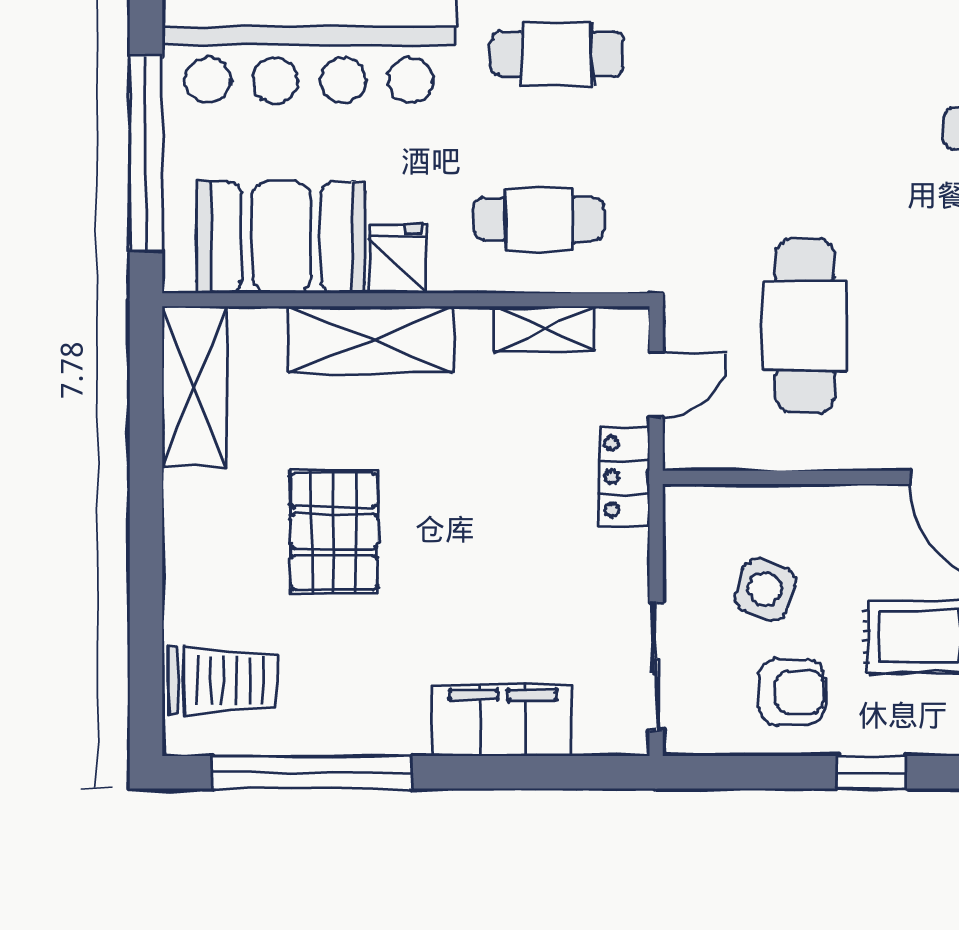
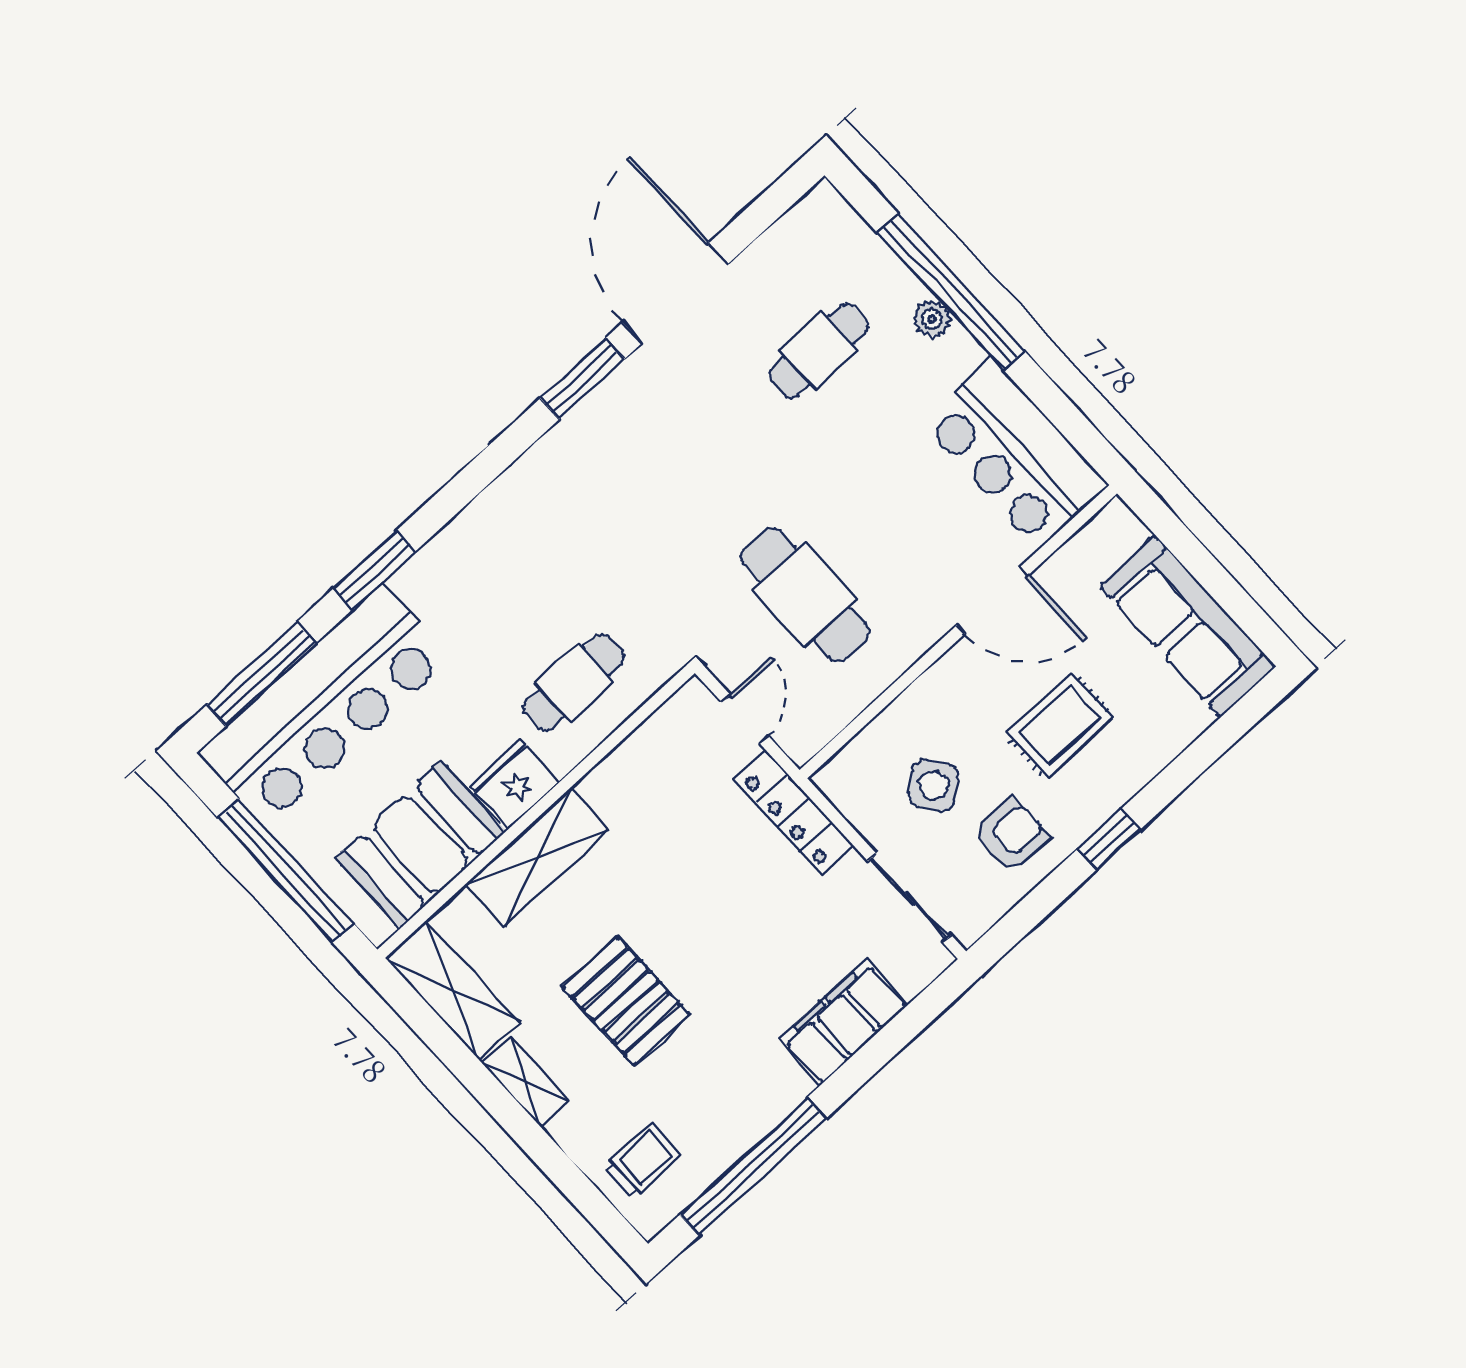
cafe table: (557, 54) -> (488, 567), removed
fridge: (398, 259) -> (514, 784), width x1.38
shelving: (545, 329) -> (525, 1082), moved, turned 90
locker: (624, 477) -> (794, 813), width x1.53
side table: (765, 589) -> (934, 785), turned 34
trolley: (222, 680) -> (642, 1161), width x0.73, depth x0.72

